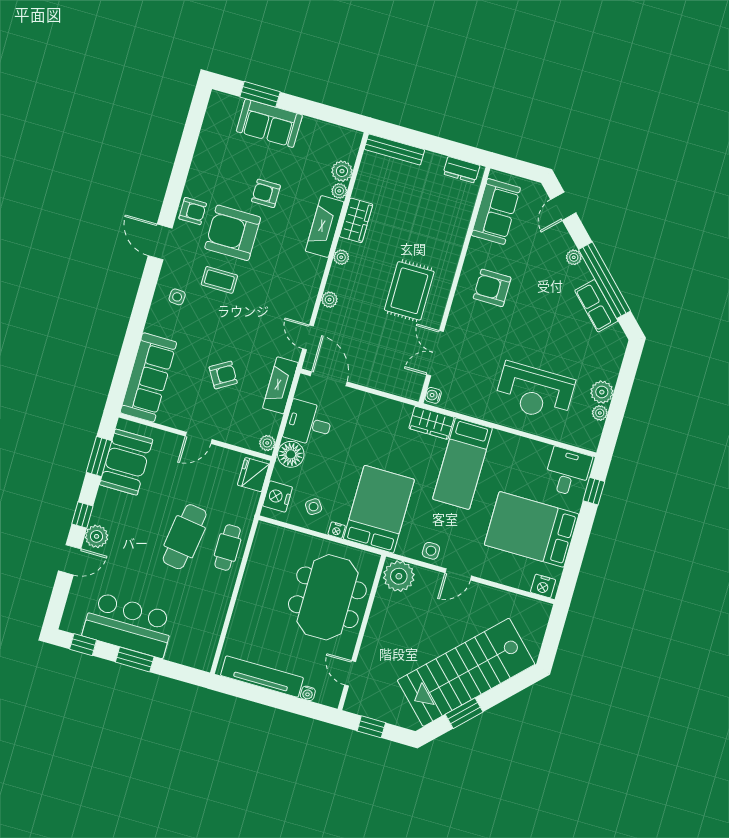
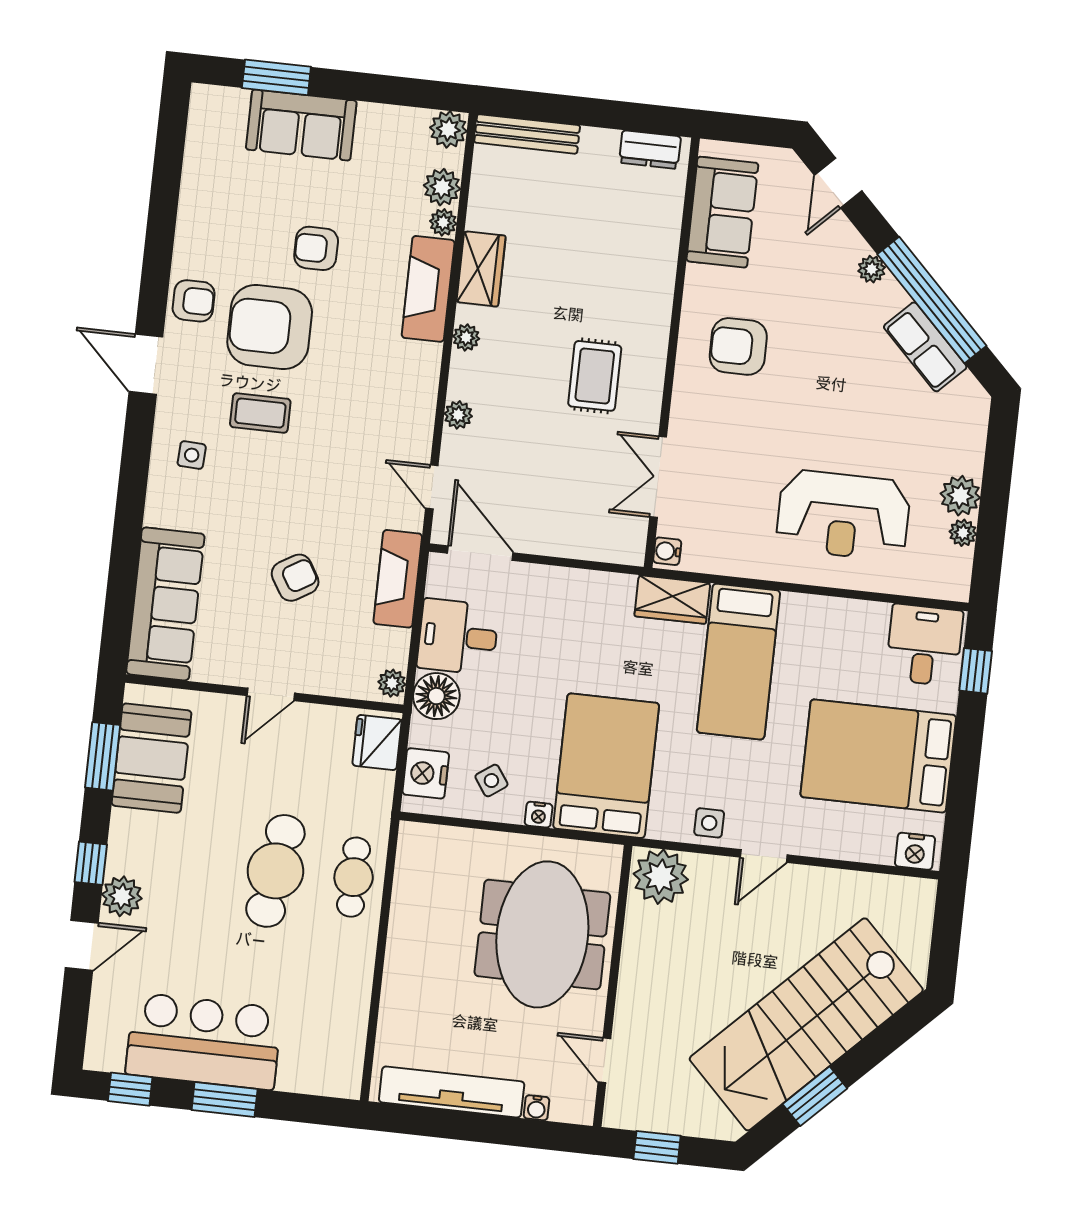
plant: (351, 140) -> (448, 129), added
rug: (409, 291) -> (595, 376), width x0.73, depth x0.70

